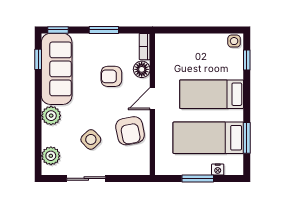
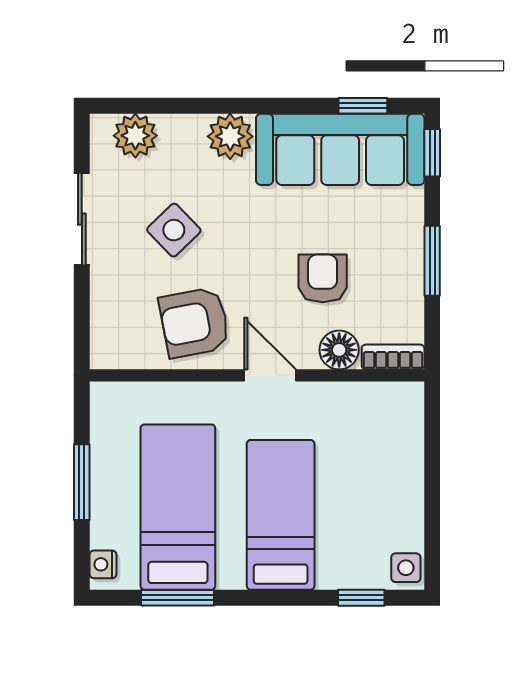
nightstand: (218, 170) -> (103, 564), moved

